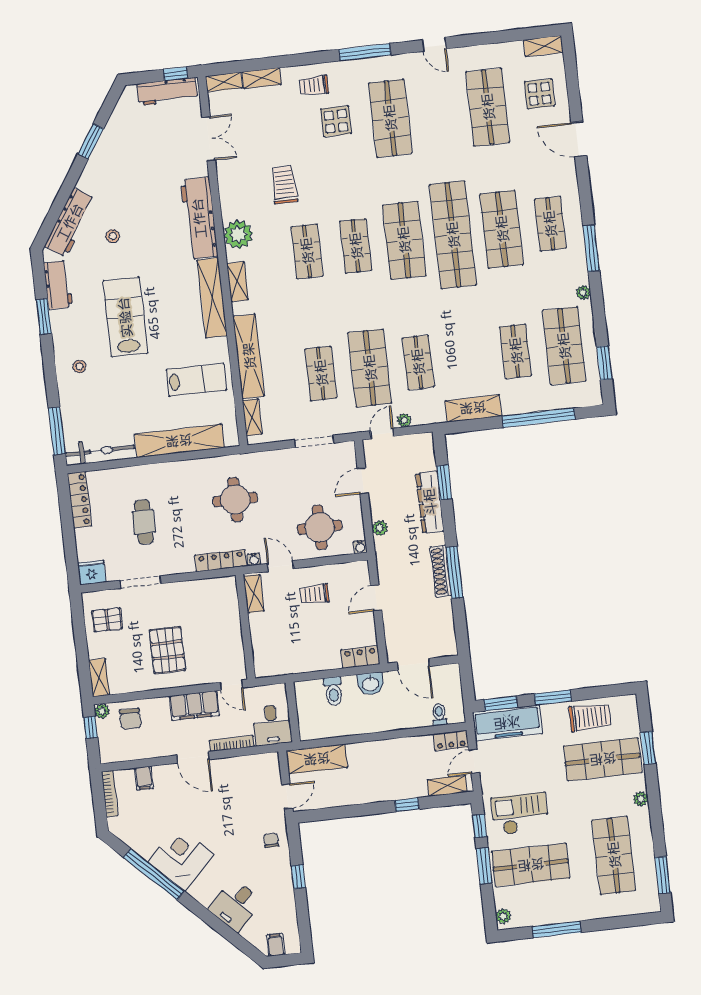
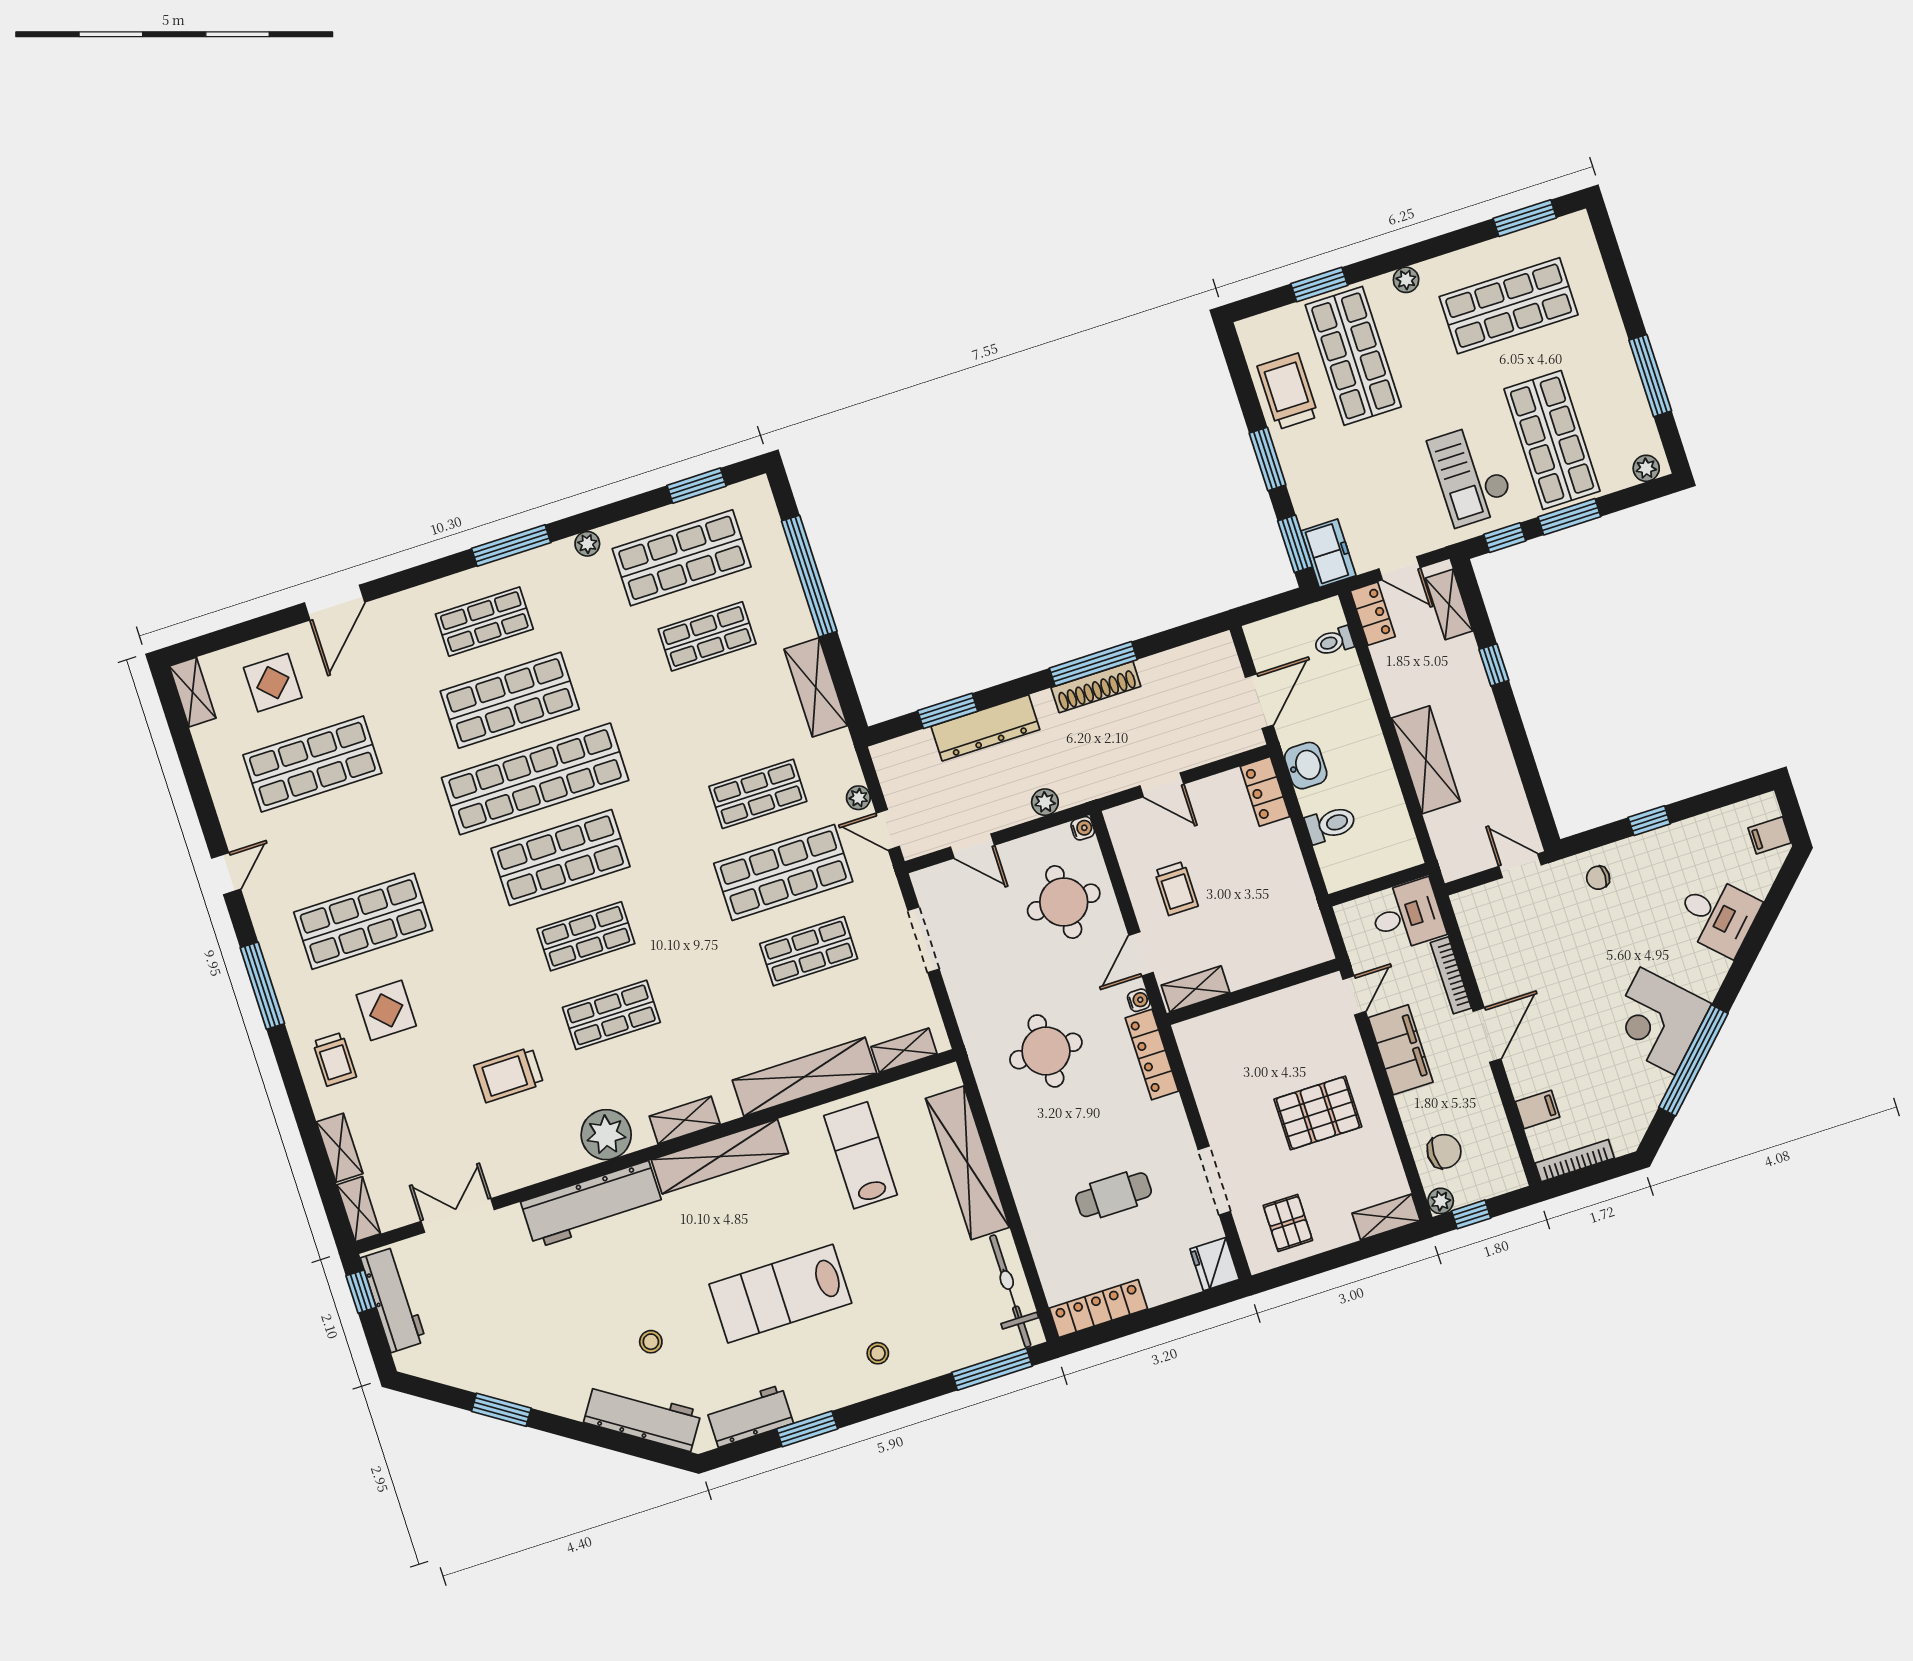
freezer: (507, 723) -> (1328, 553), width x0.52, depth x0.79
shelving: (317, 759) -> (1426, 760), moved

